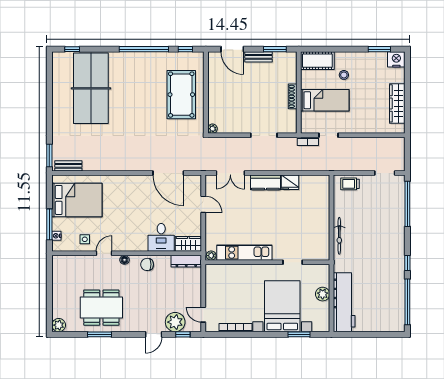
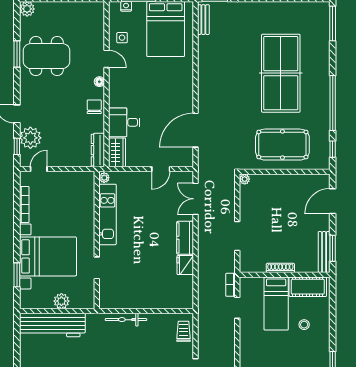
window: (72, 49) -> (333, 24), width x2.17
bench: (258, 57) -> (324, 252), moved, width x1.36
cot: (317, 61) -> (308, 287), moved, turned 90
table tennis table: (91, 88) -> (281, 73), moved, turned 90
dining table: (101, 308) -> (47, 56), turned 90

